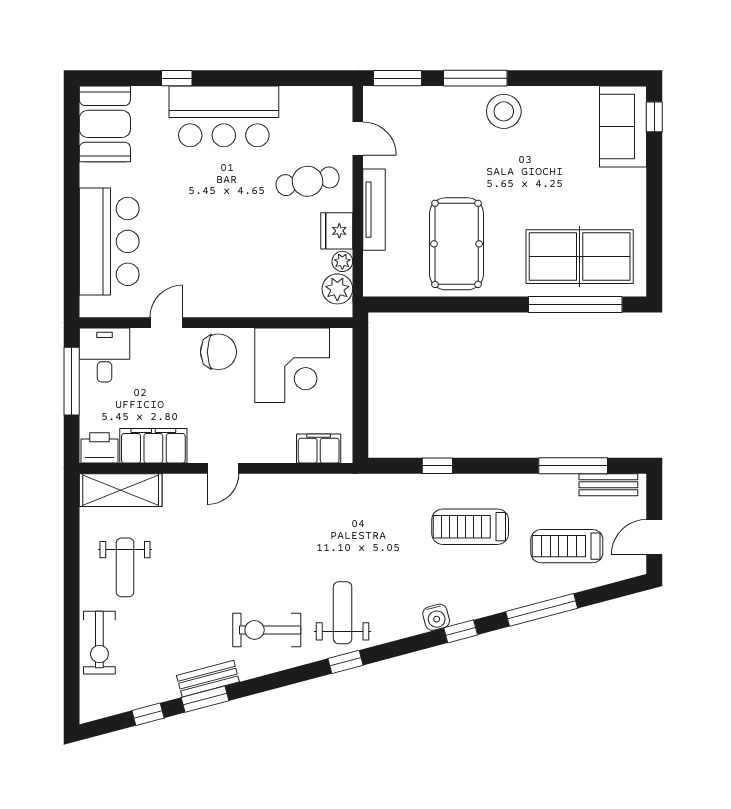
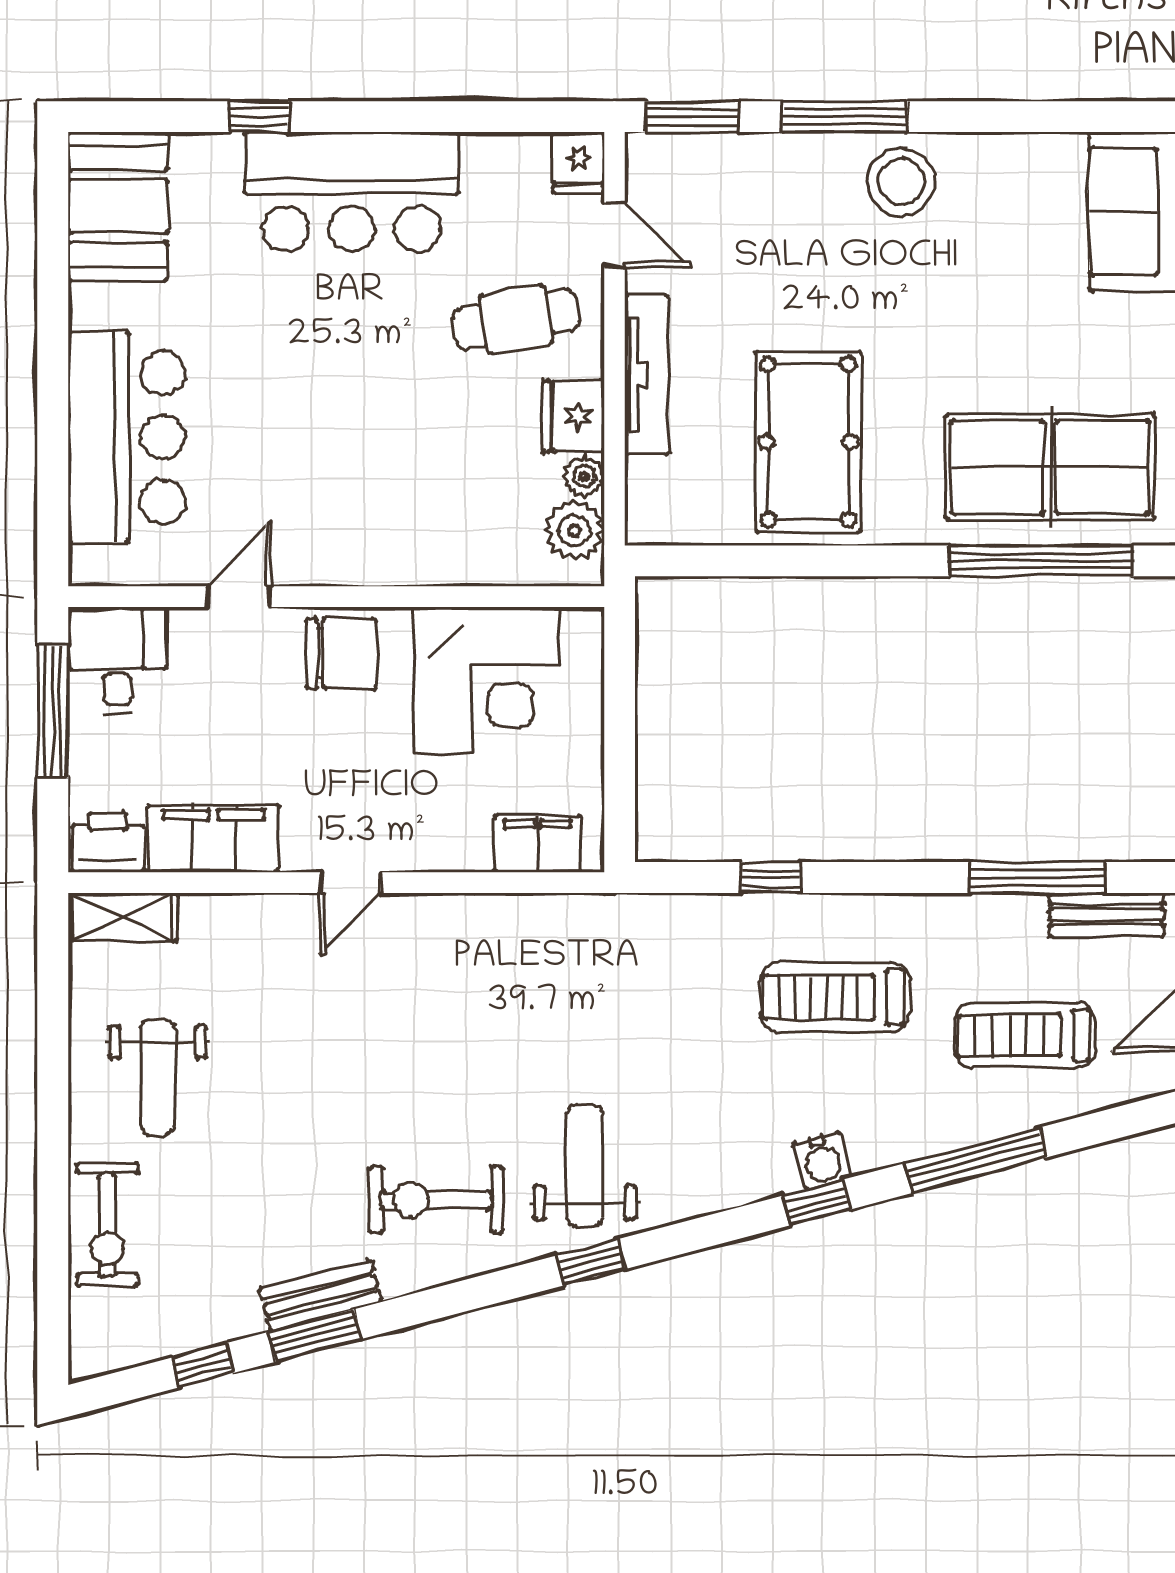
fridge: (339, 102) -> (578, 163), added
shelving: (121, 490) -> (122, 917), width x0.67, depth x0.75
water cooler: (436, 617) -> (822, 1161), moved

